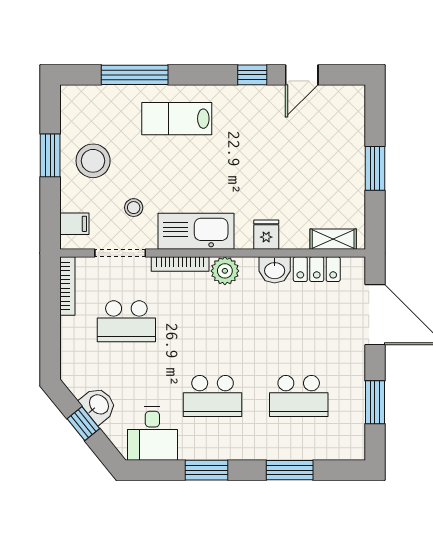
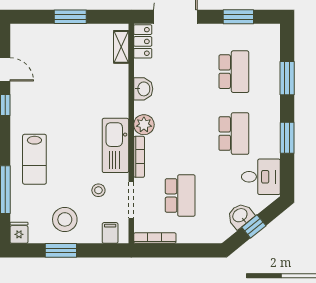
fridge: (266, 235) -> (19, 233), moved, turned 90
locker: (317, 269) -> (143, 41), moved

